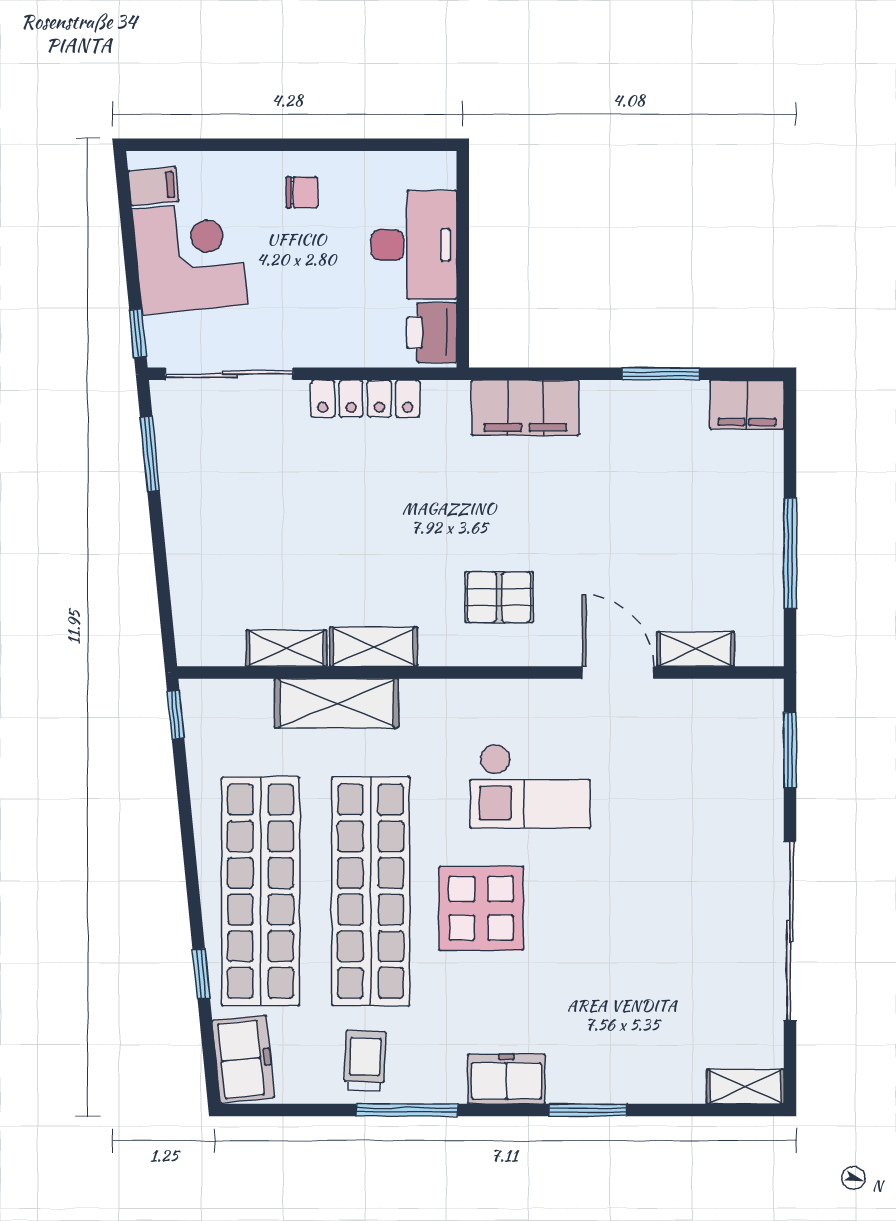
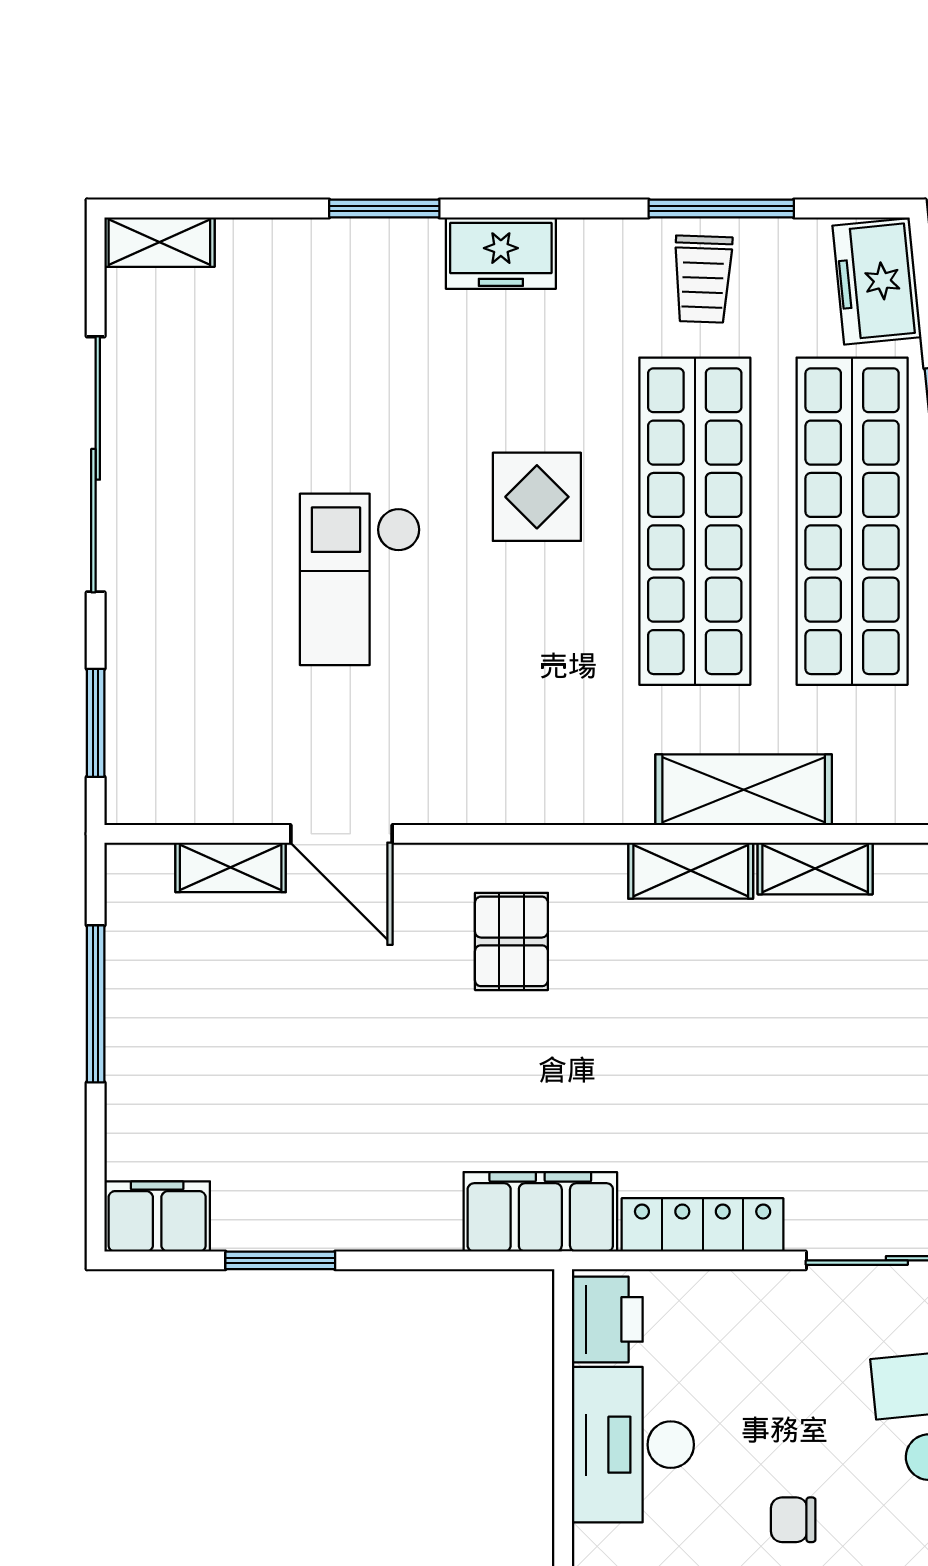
filing cabinet: (525, 408) -> (540, 1212), moved
pallet: (499, 597) -> (511, 941), turned 90
checkout: (530, 786) -> (360, 579), moved, turned -90
display table: (481, 908) -> (537, 497), width x0.73, depth x0.73
window: (407, 1110) -> (721, 208), moved

